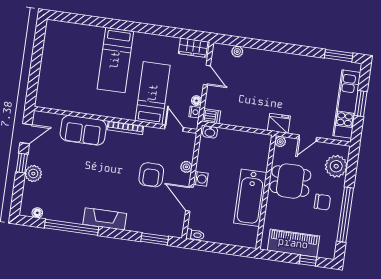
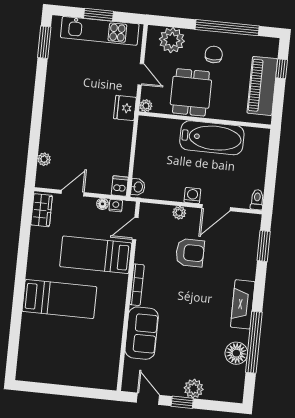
floor lamp: (37, 213) -> (236, 353), moved, width x1.89, depth x1.89

